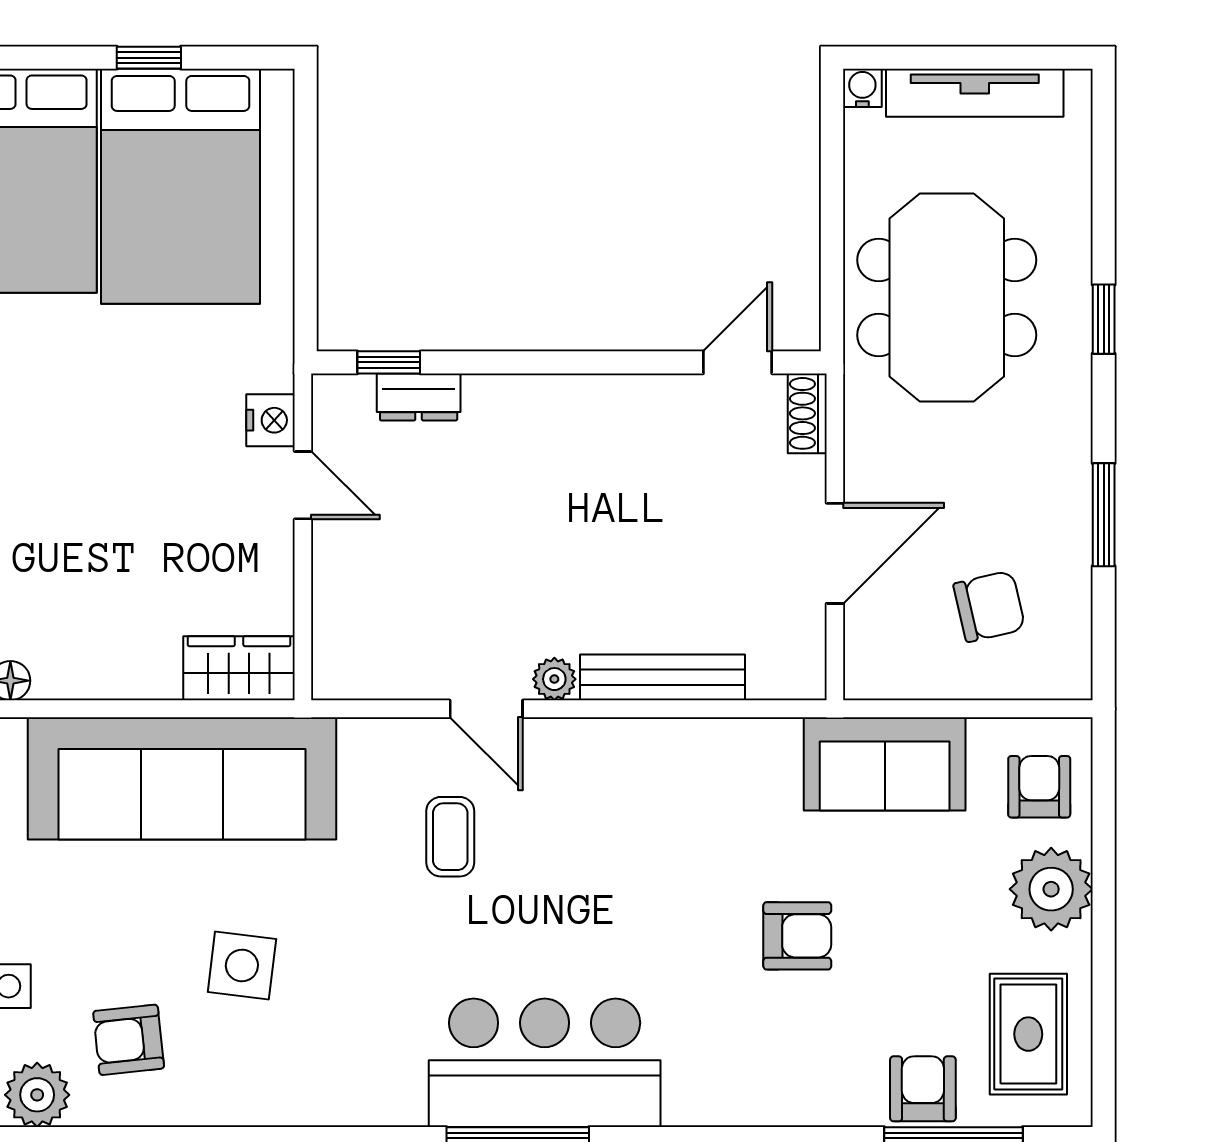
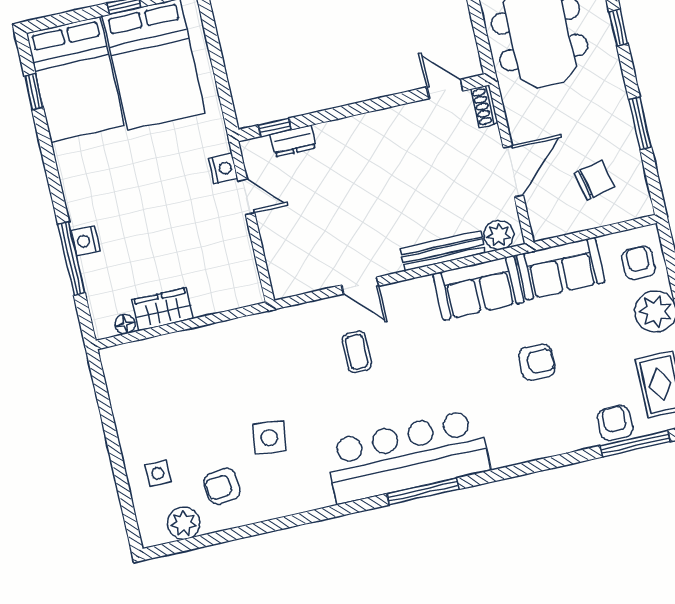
door: (738, 362) -> (445, 89), hinge flipped
wardrobe: (239, 668) -> (163, 309), moved
plant: (554, 679) -> (499, 235), moved, width x1.38, depth x1.38
sofa: (182, 778) -> (478, 288), moved, width x0.54, depth x0.79
bar counter: (545, 1063) -> (407, 456), width x1.36

